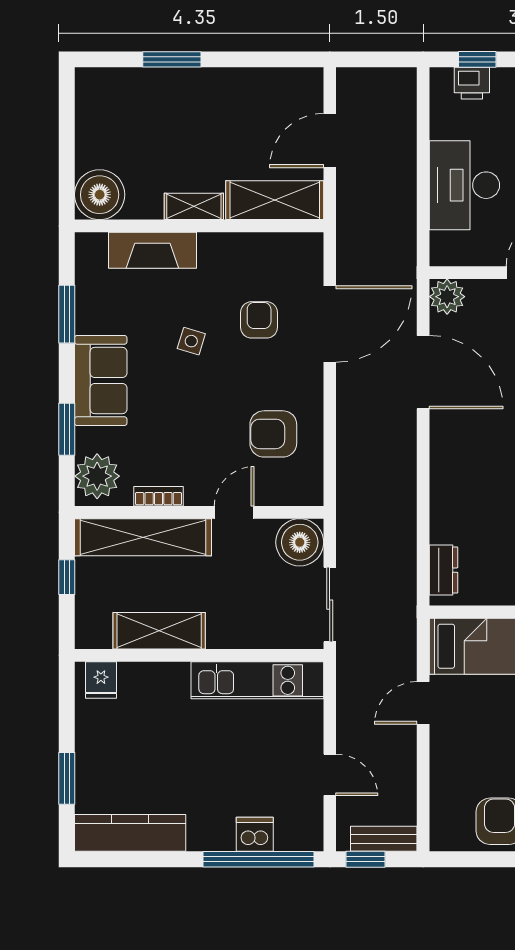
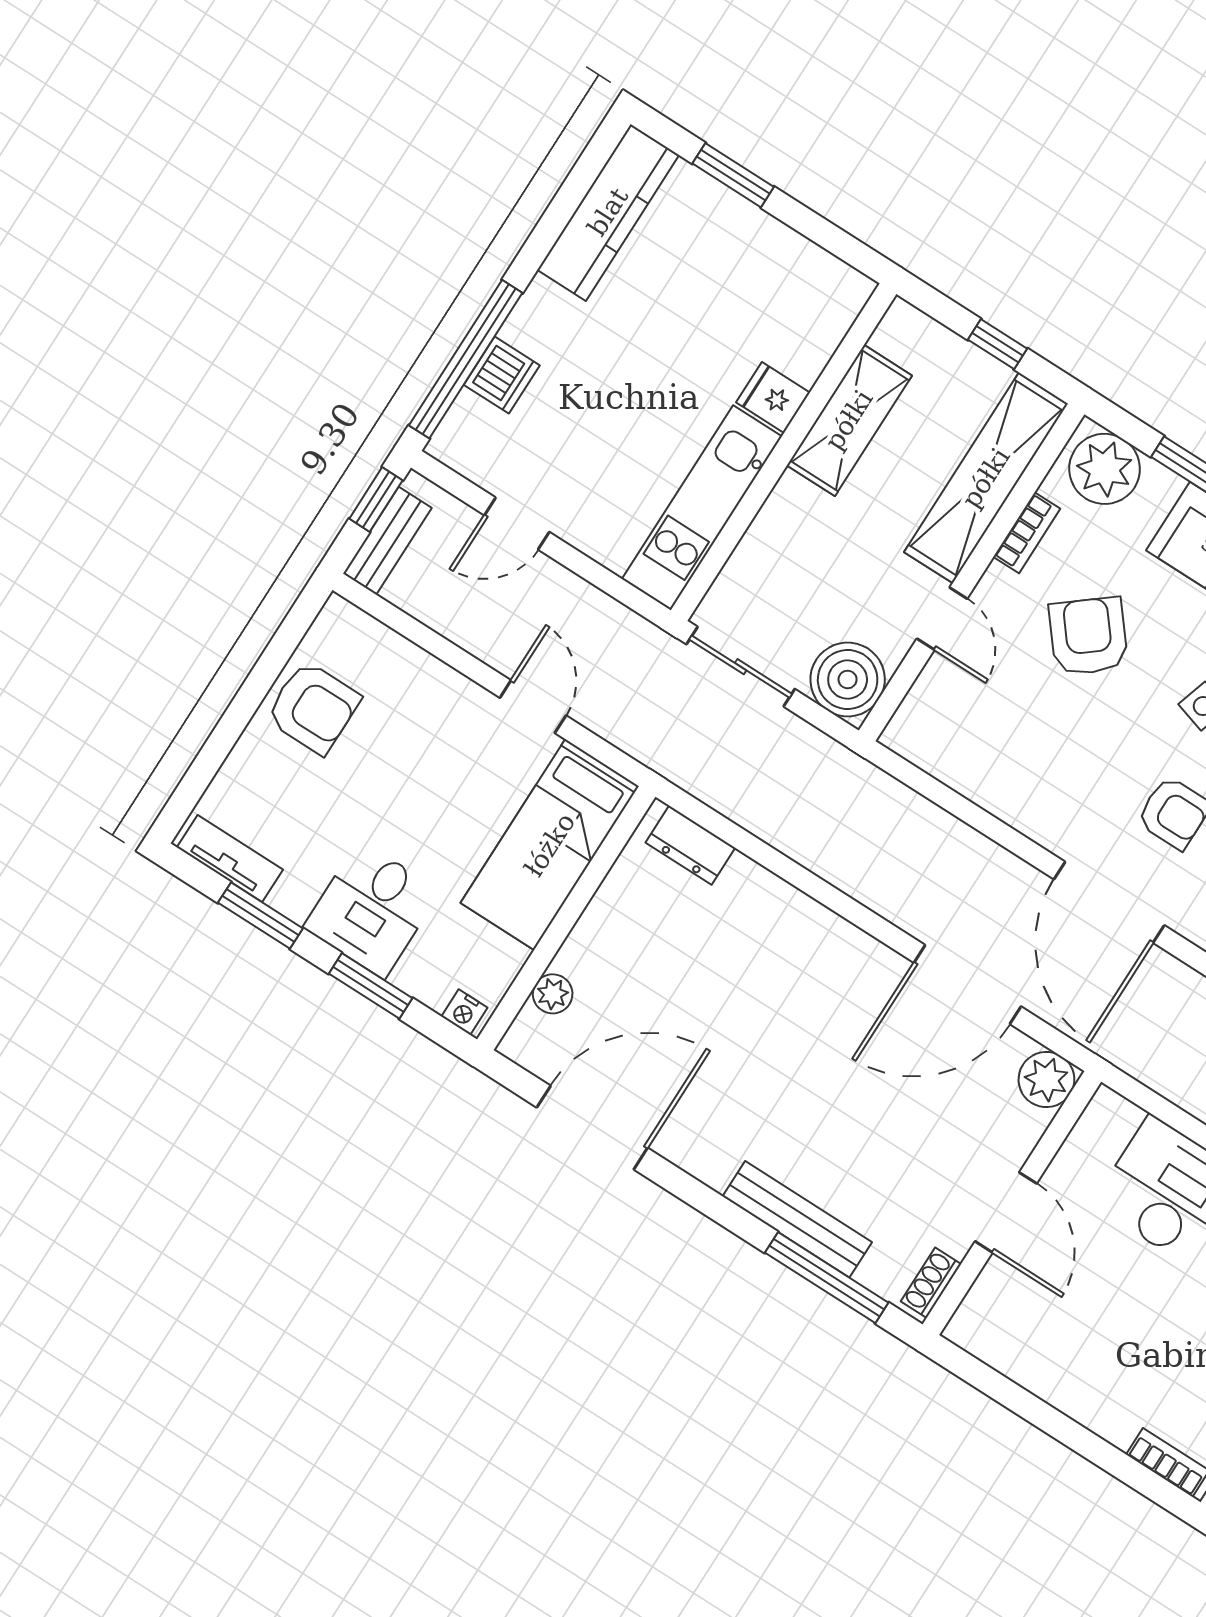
armchair: (273, 434) -> (1088, 636), moved, turned -39
fridge: (101, 680) -> (773, 397), moved

